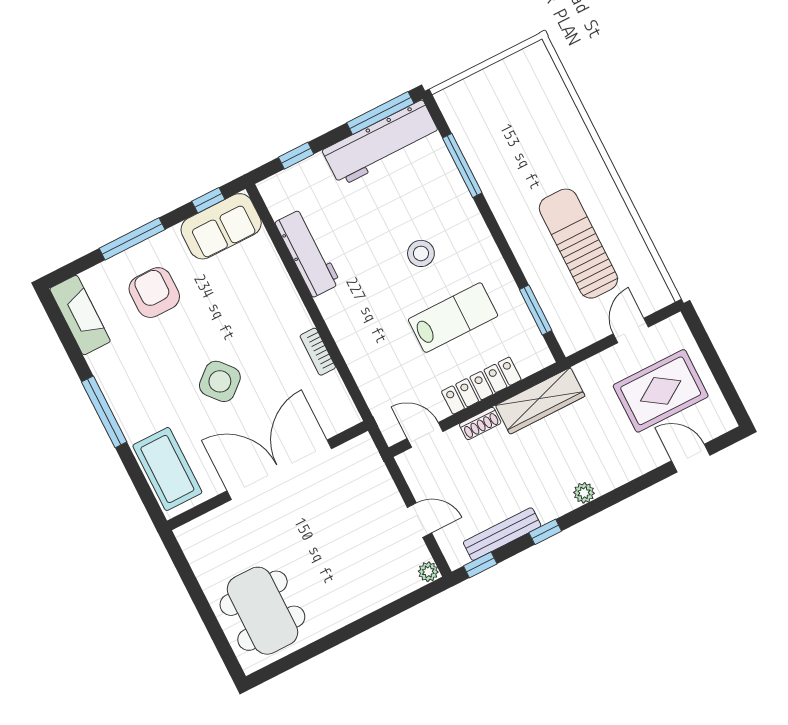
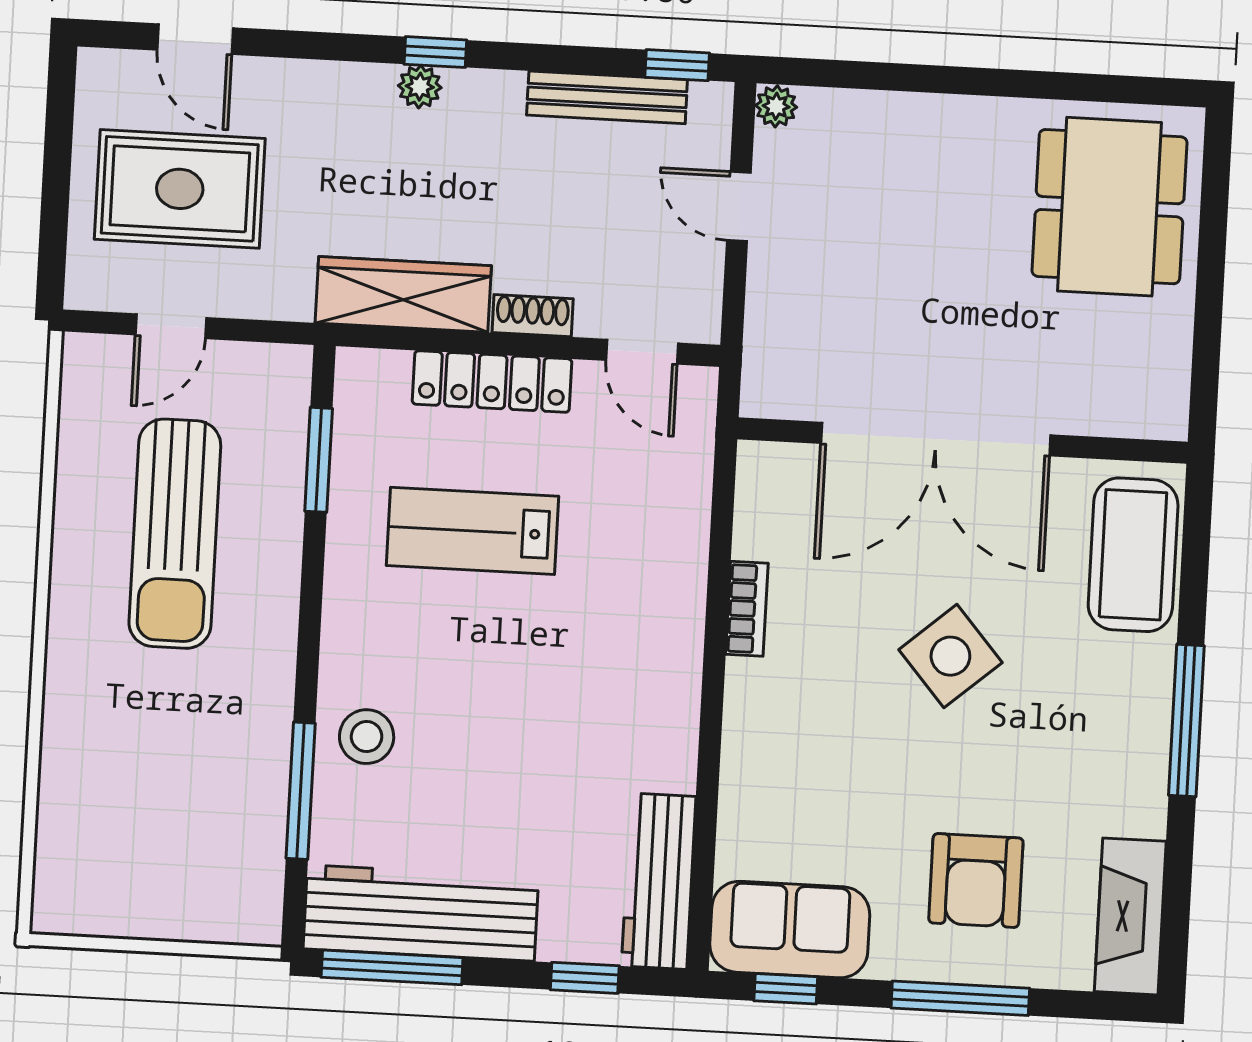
workbench: (308, 253) -> (659, 881), moved
stool: (421, 253) -> (367, 737), moved
window: (545, 532) -> (435, 52), moved

